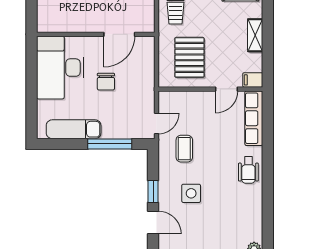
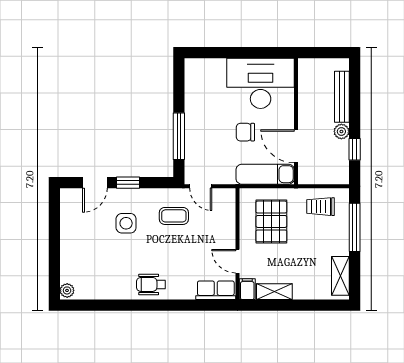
shelving: (255, 35) -> (274, 292), moved
pallet: (189, 57) -> (271, 221), turned 90
row of seats: (254, 118) -> (216, 290), width x0.68
exam couch: (74, 129) -> (265, 174), moved, turned -90

